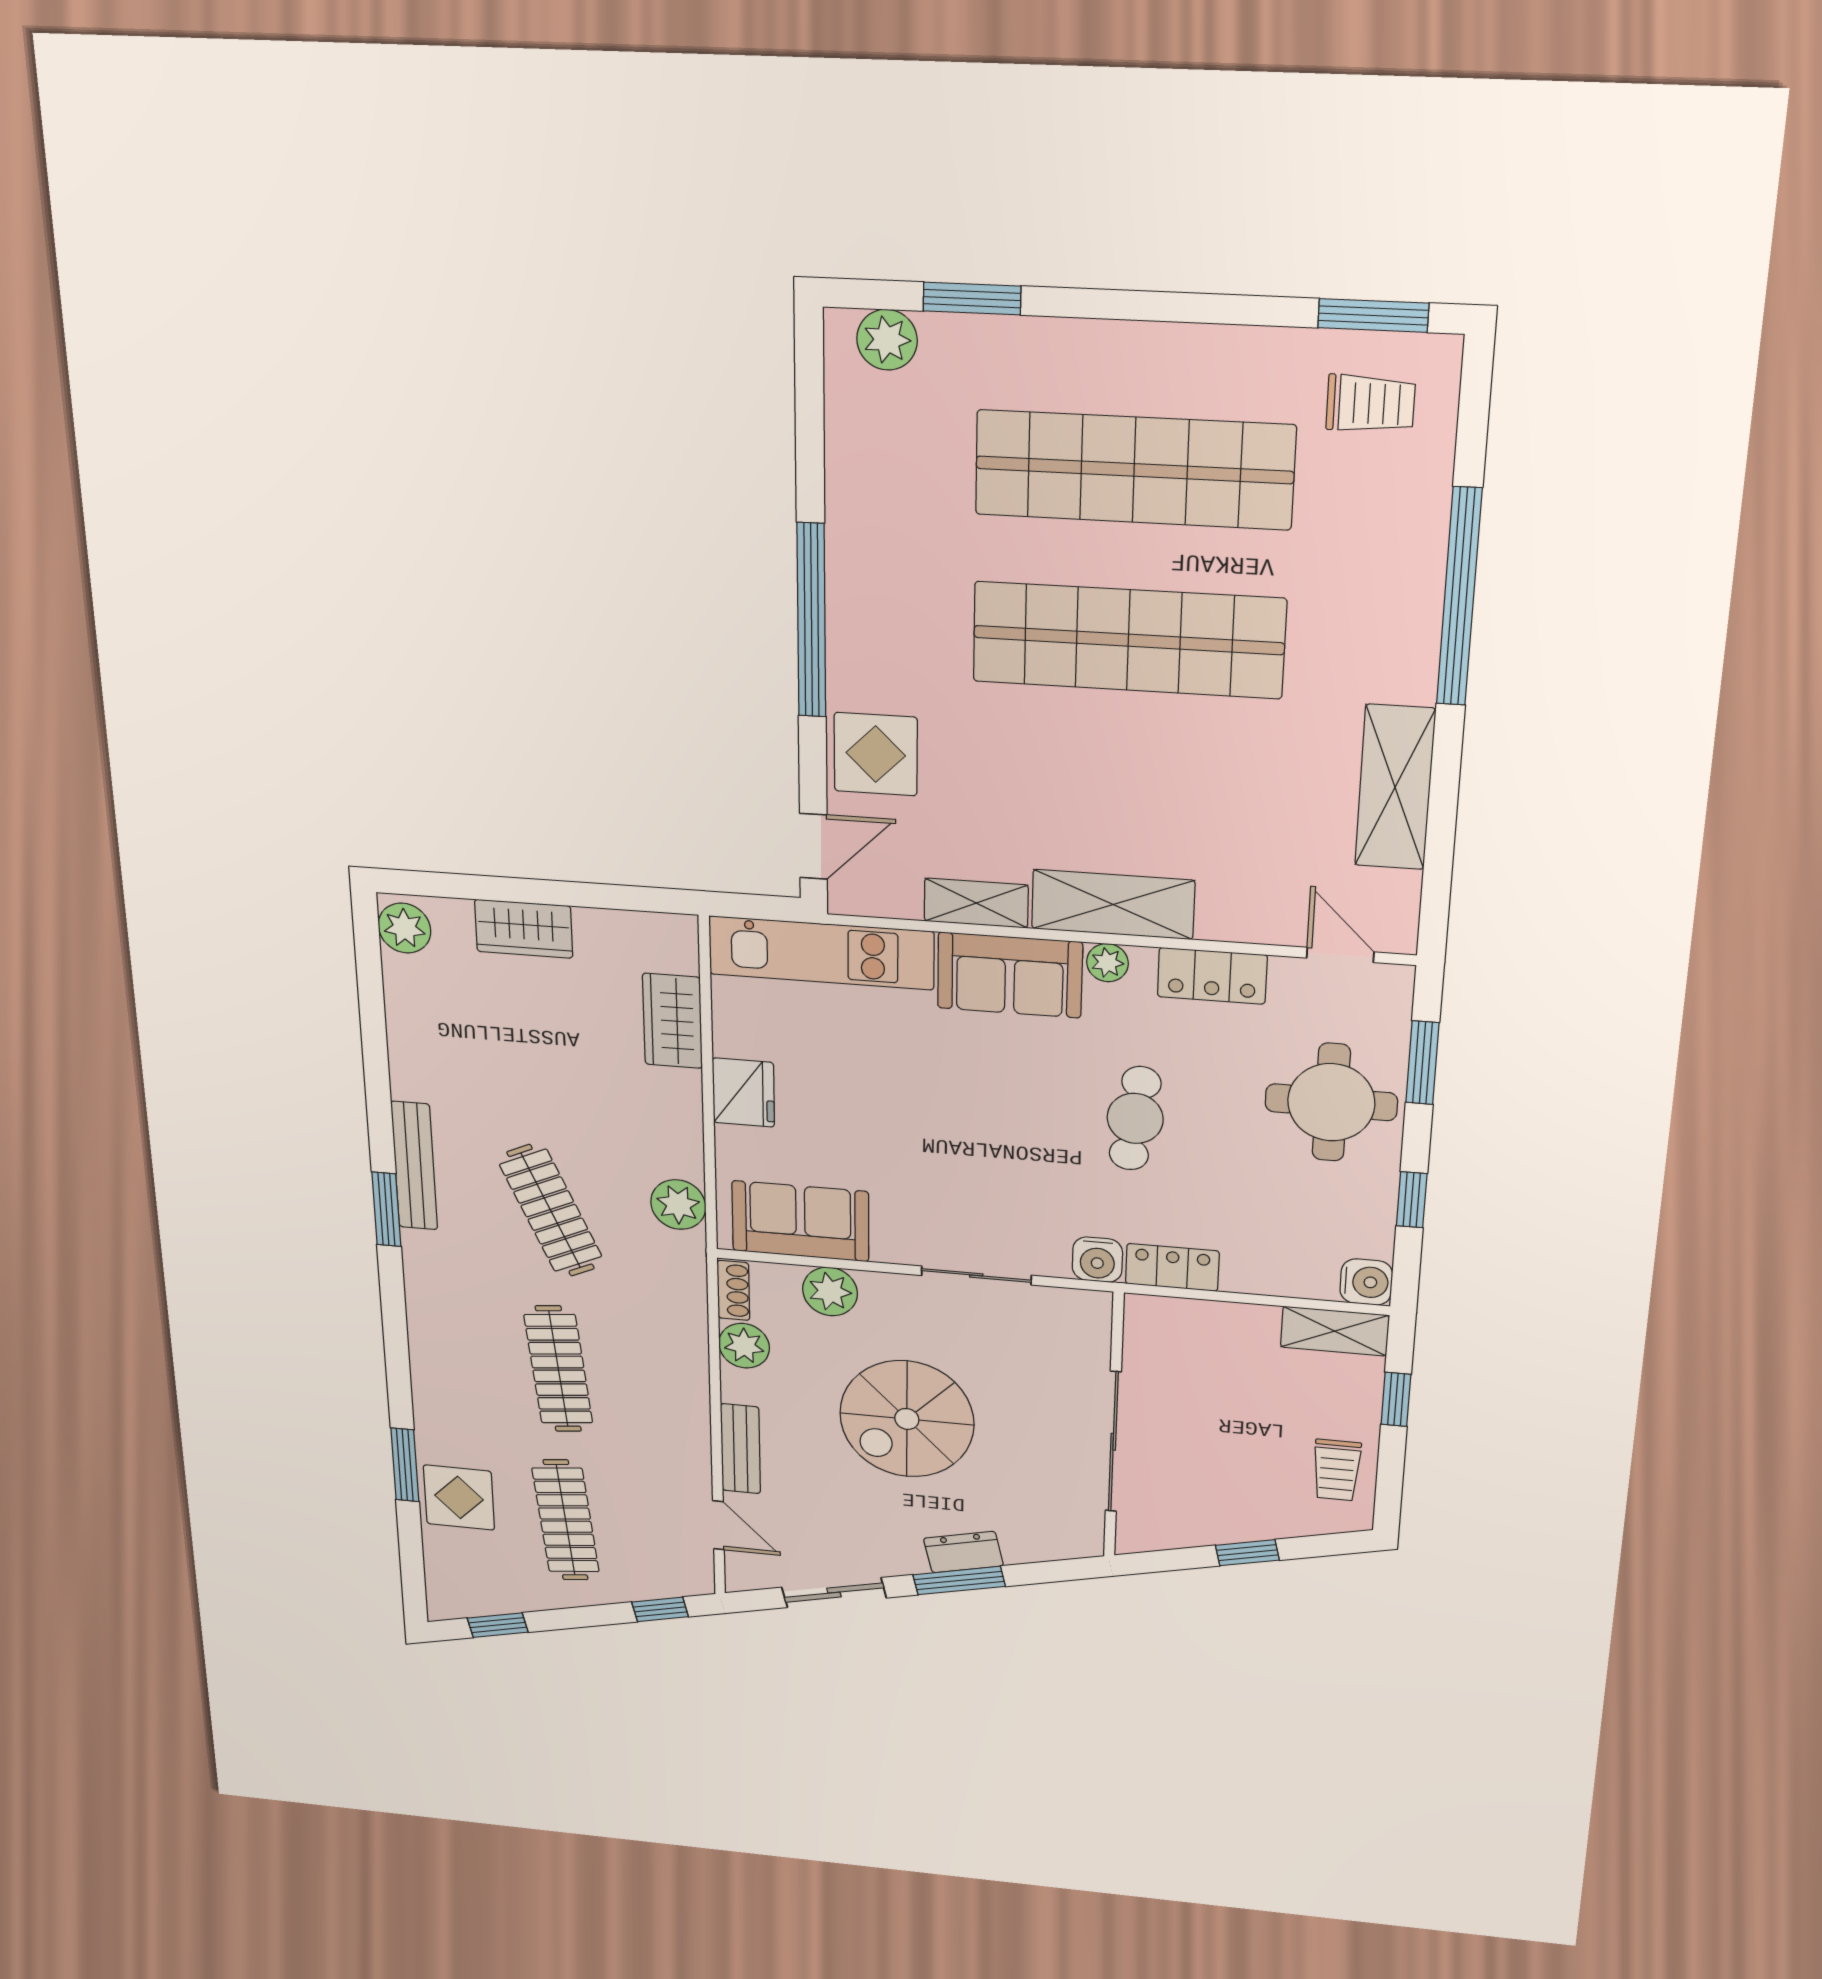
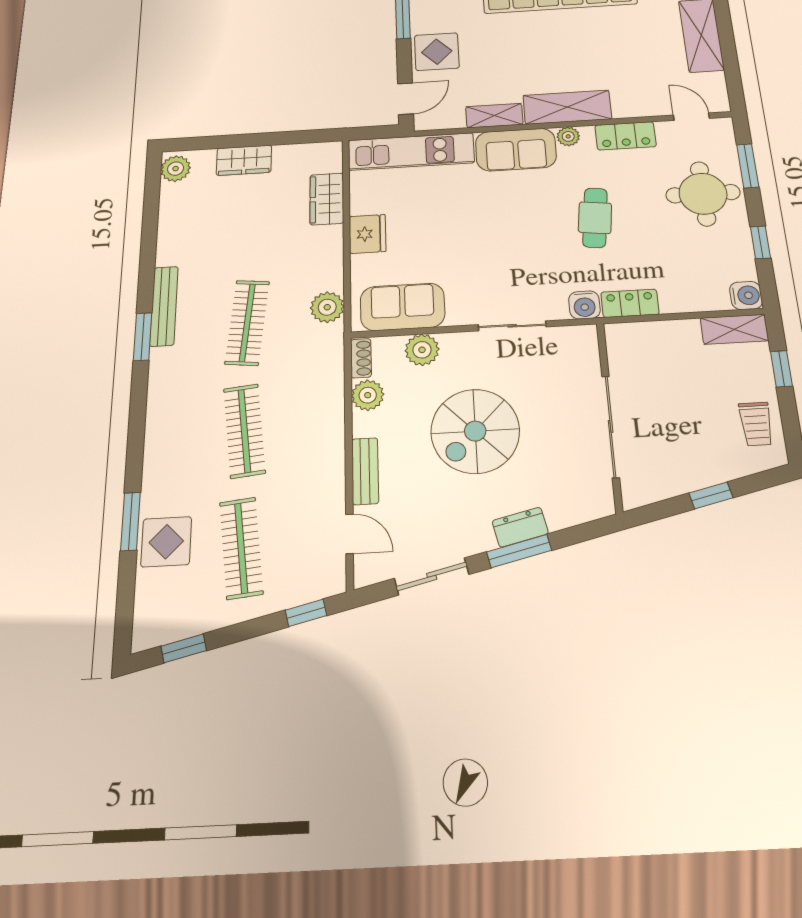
clothes rail: (551, 1211) -> (247, 322), turned 30

